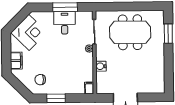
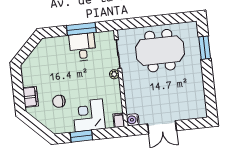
corner desk: (29, 32) -> (89, 115), moved, turned -135
water cooler: (101, 66) -> (133, 120), moved
chair: (40, 80) -> (59, 101), moved

